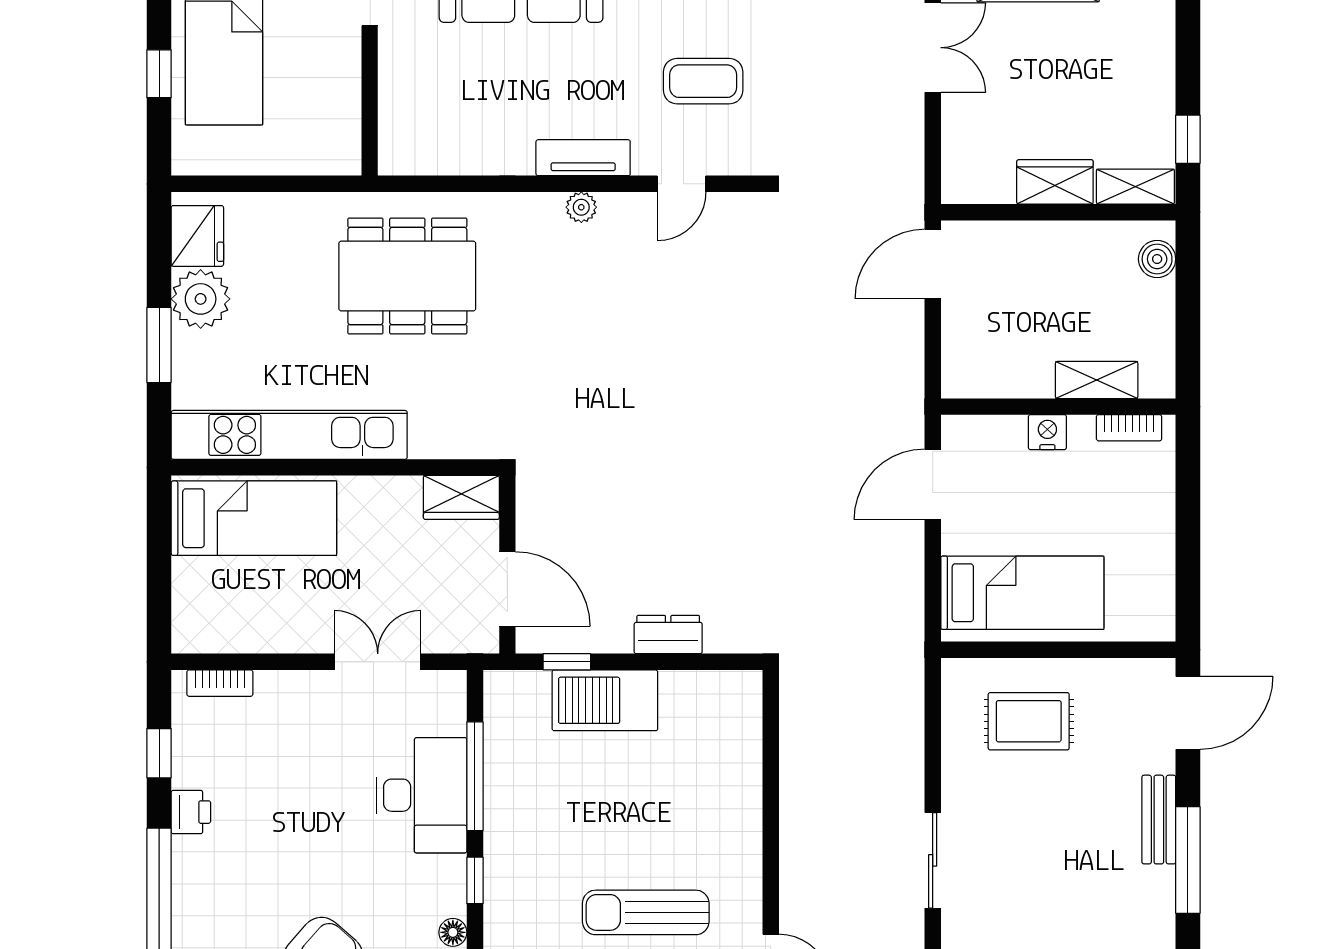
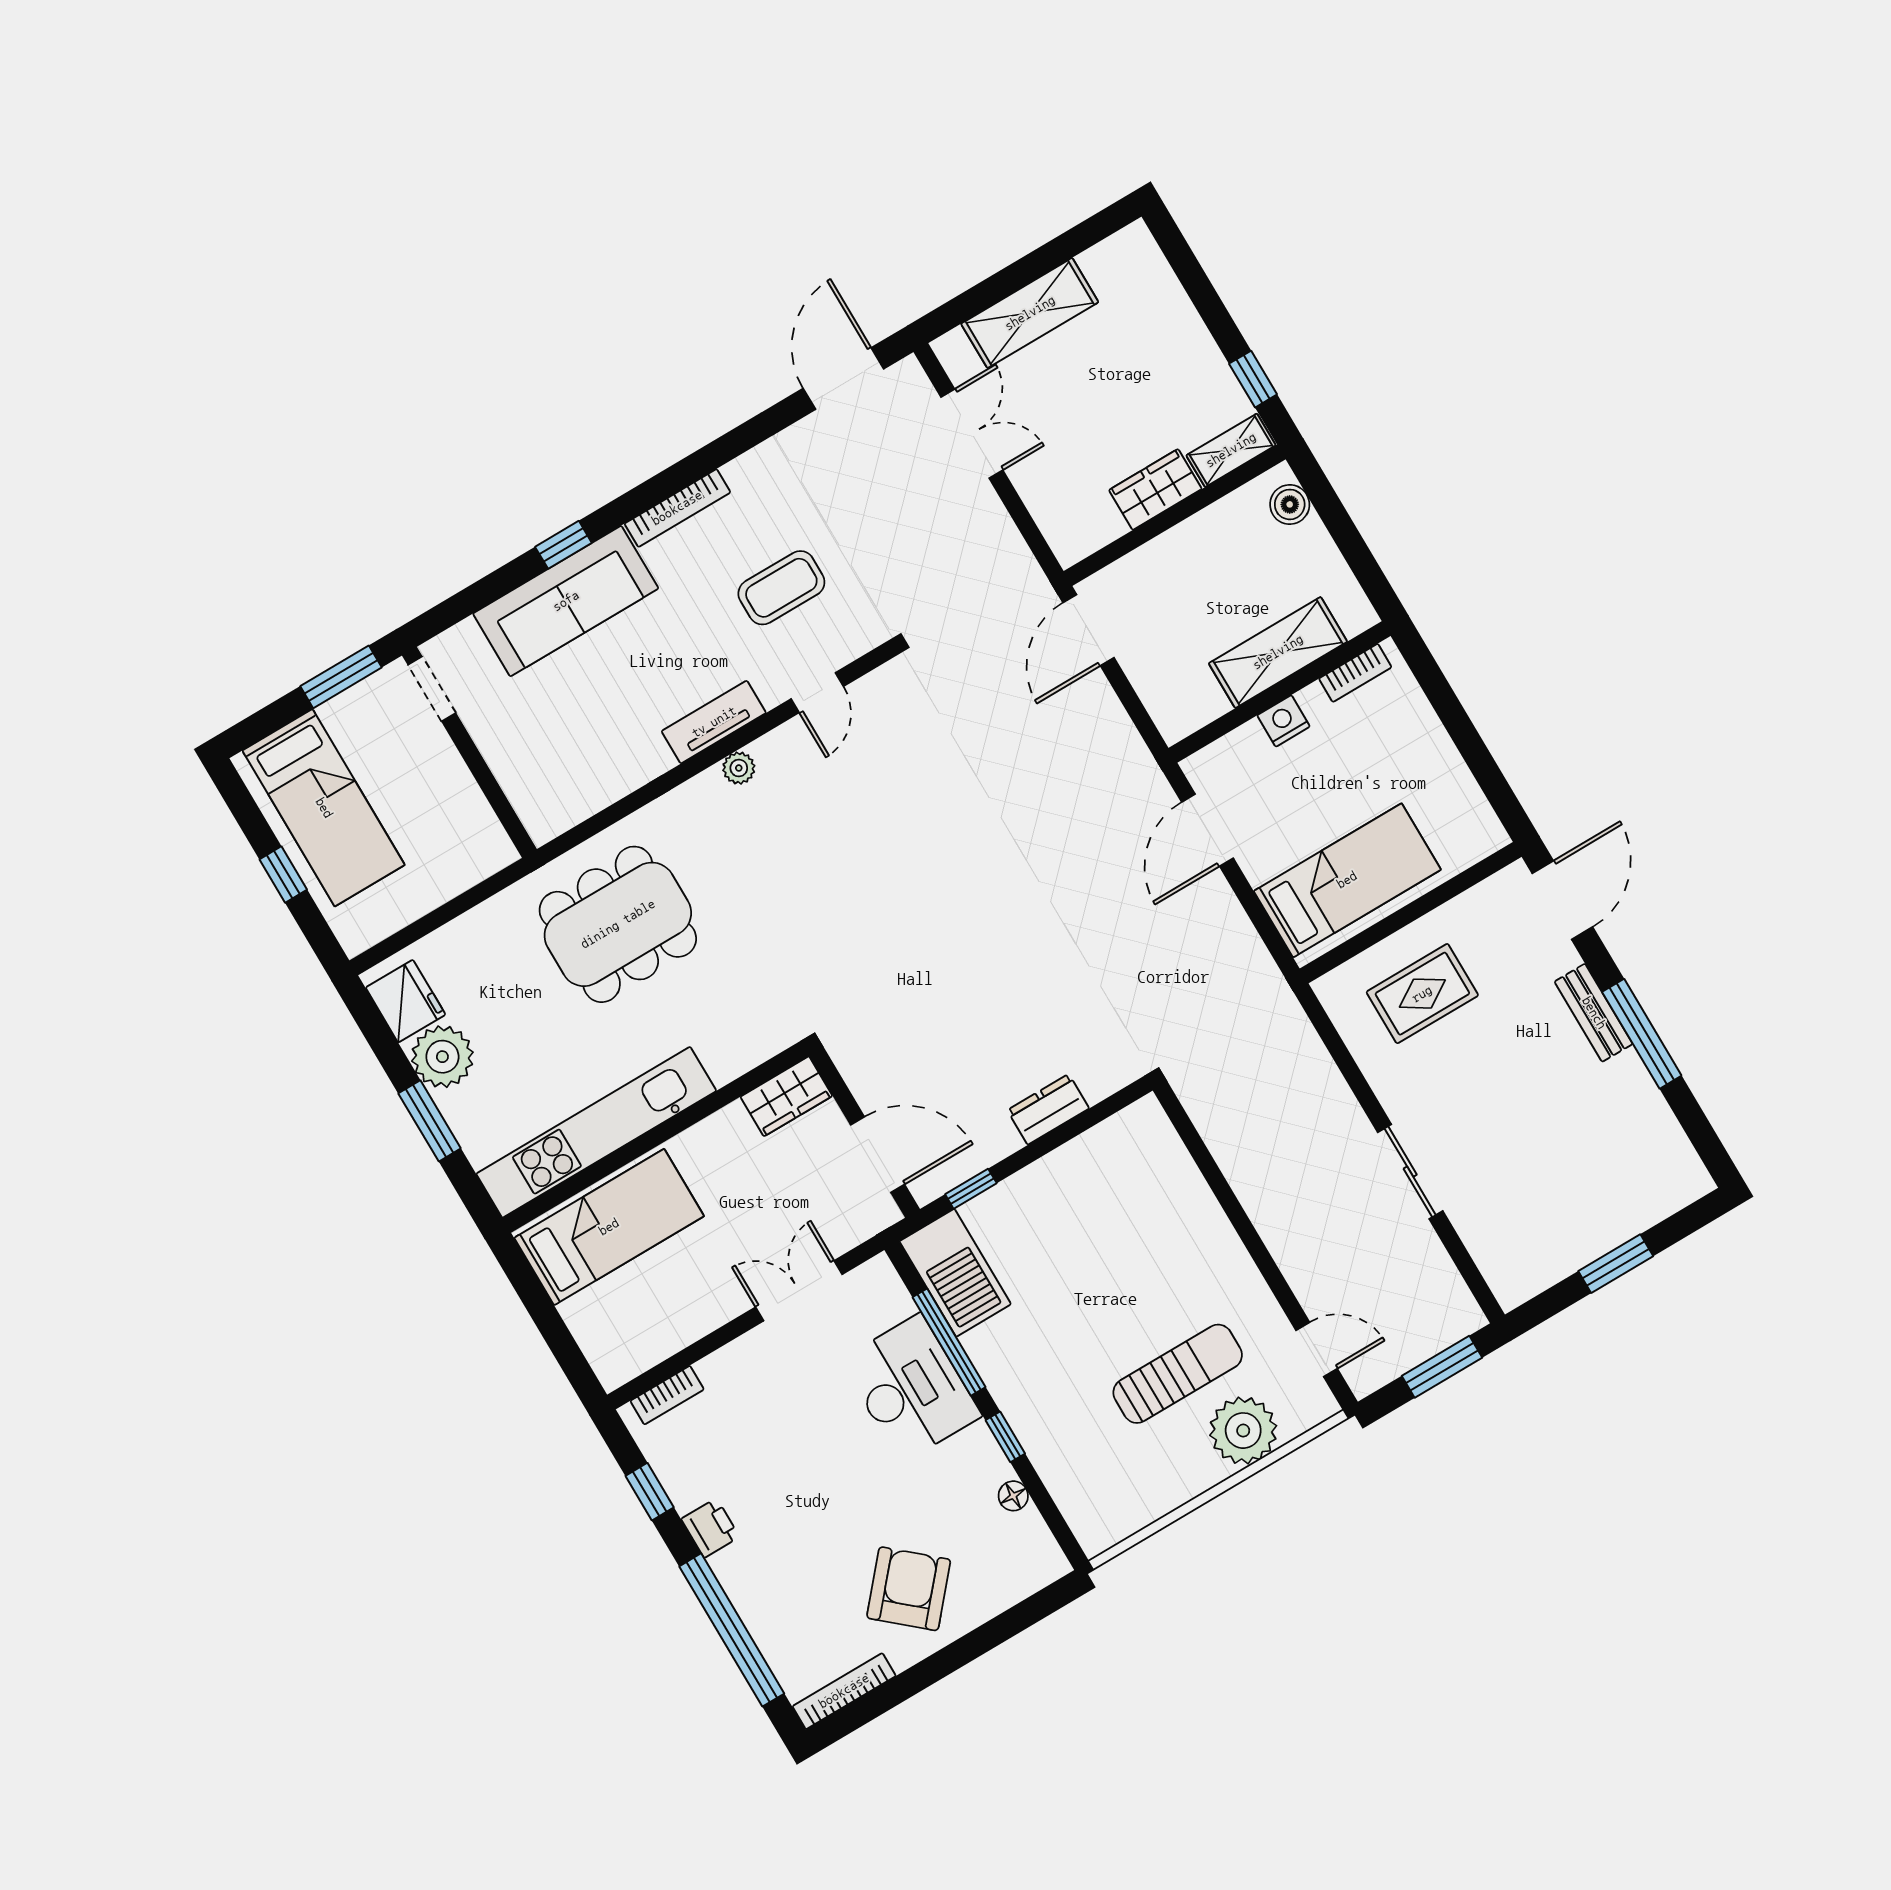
shelving: (1097, 380) -> (1278, 652), width x1.50, depth x1.33
barbecue: (605, 700) -> (955, 1273), moved, turned -90
sun lounger: (646, 912) -> (1178, 1374), turned 180

